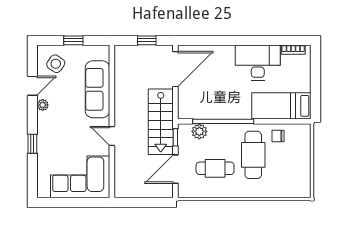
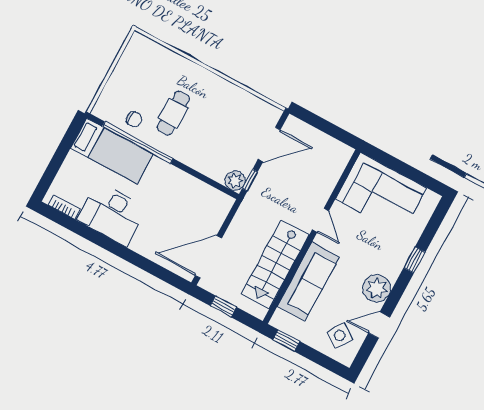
window: (73, 40) -> (286, 340), moved
plant: (43, 105) -> (377, 288), width x1.88, depth x1.88
window: (223, 121) -> (138, 143), moved
stairs: (161, 122) -> (275, 264), moved, turned 180
plant: (199, 131) -> (235, 181), moved
cafe table: (253, 155) -> (173, 113), width x0.73, depth x0.74
cafe table: (215, 168) -> (224, 121), removed

